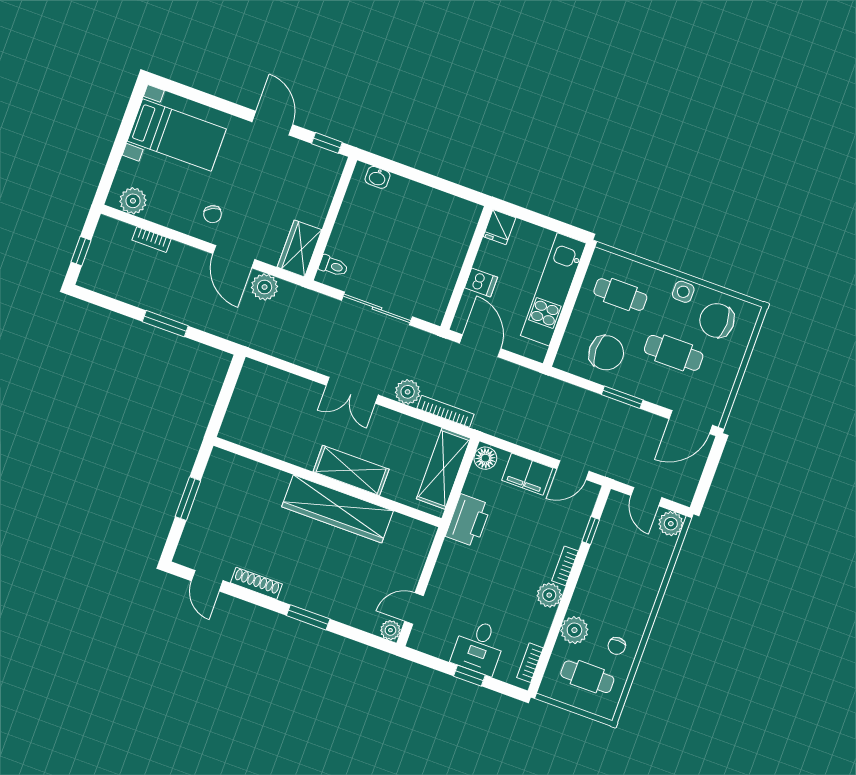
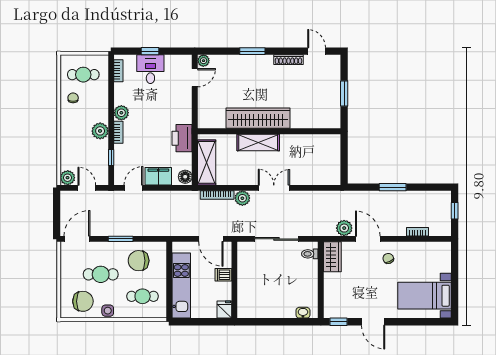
plant: (133, 201) -> (436, 250), removed
plant: (574, 630) -> (100, 131), moved

